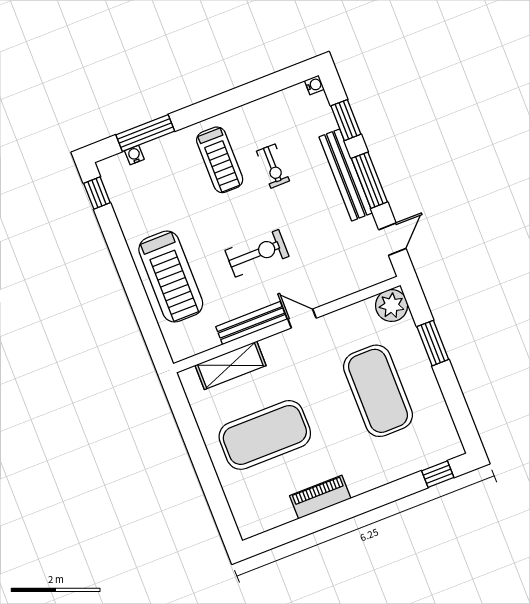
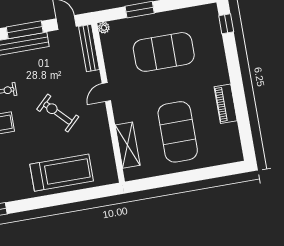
exercise bike: (257, 253) -> (58, 113), turned -44
plant: (392, 305) -> (104, 28), width x0.53, depth x0.53
bench: (251, 323) -> (89, 48), moved

